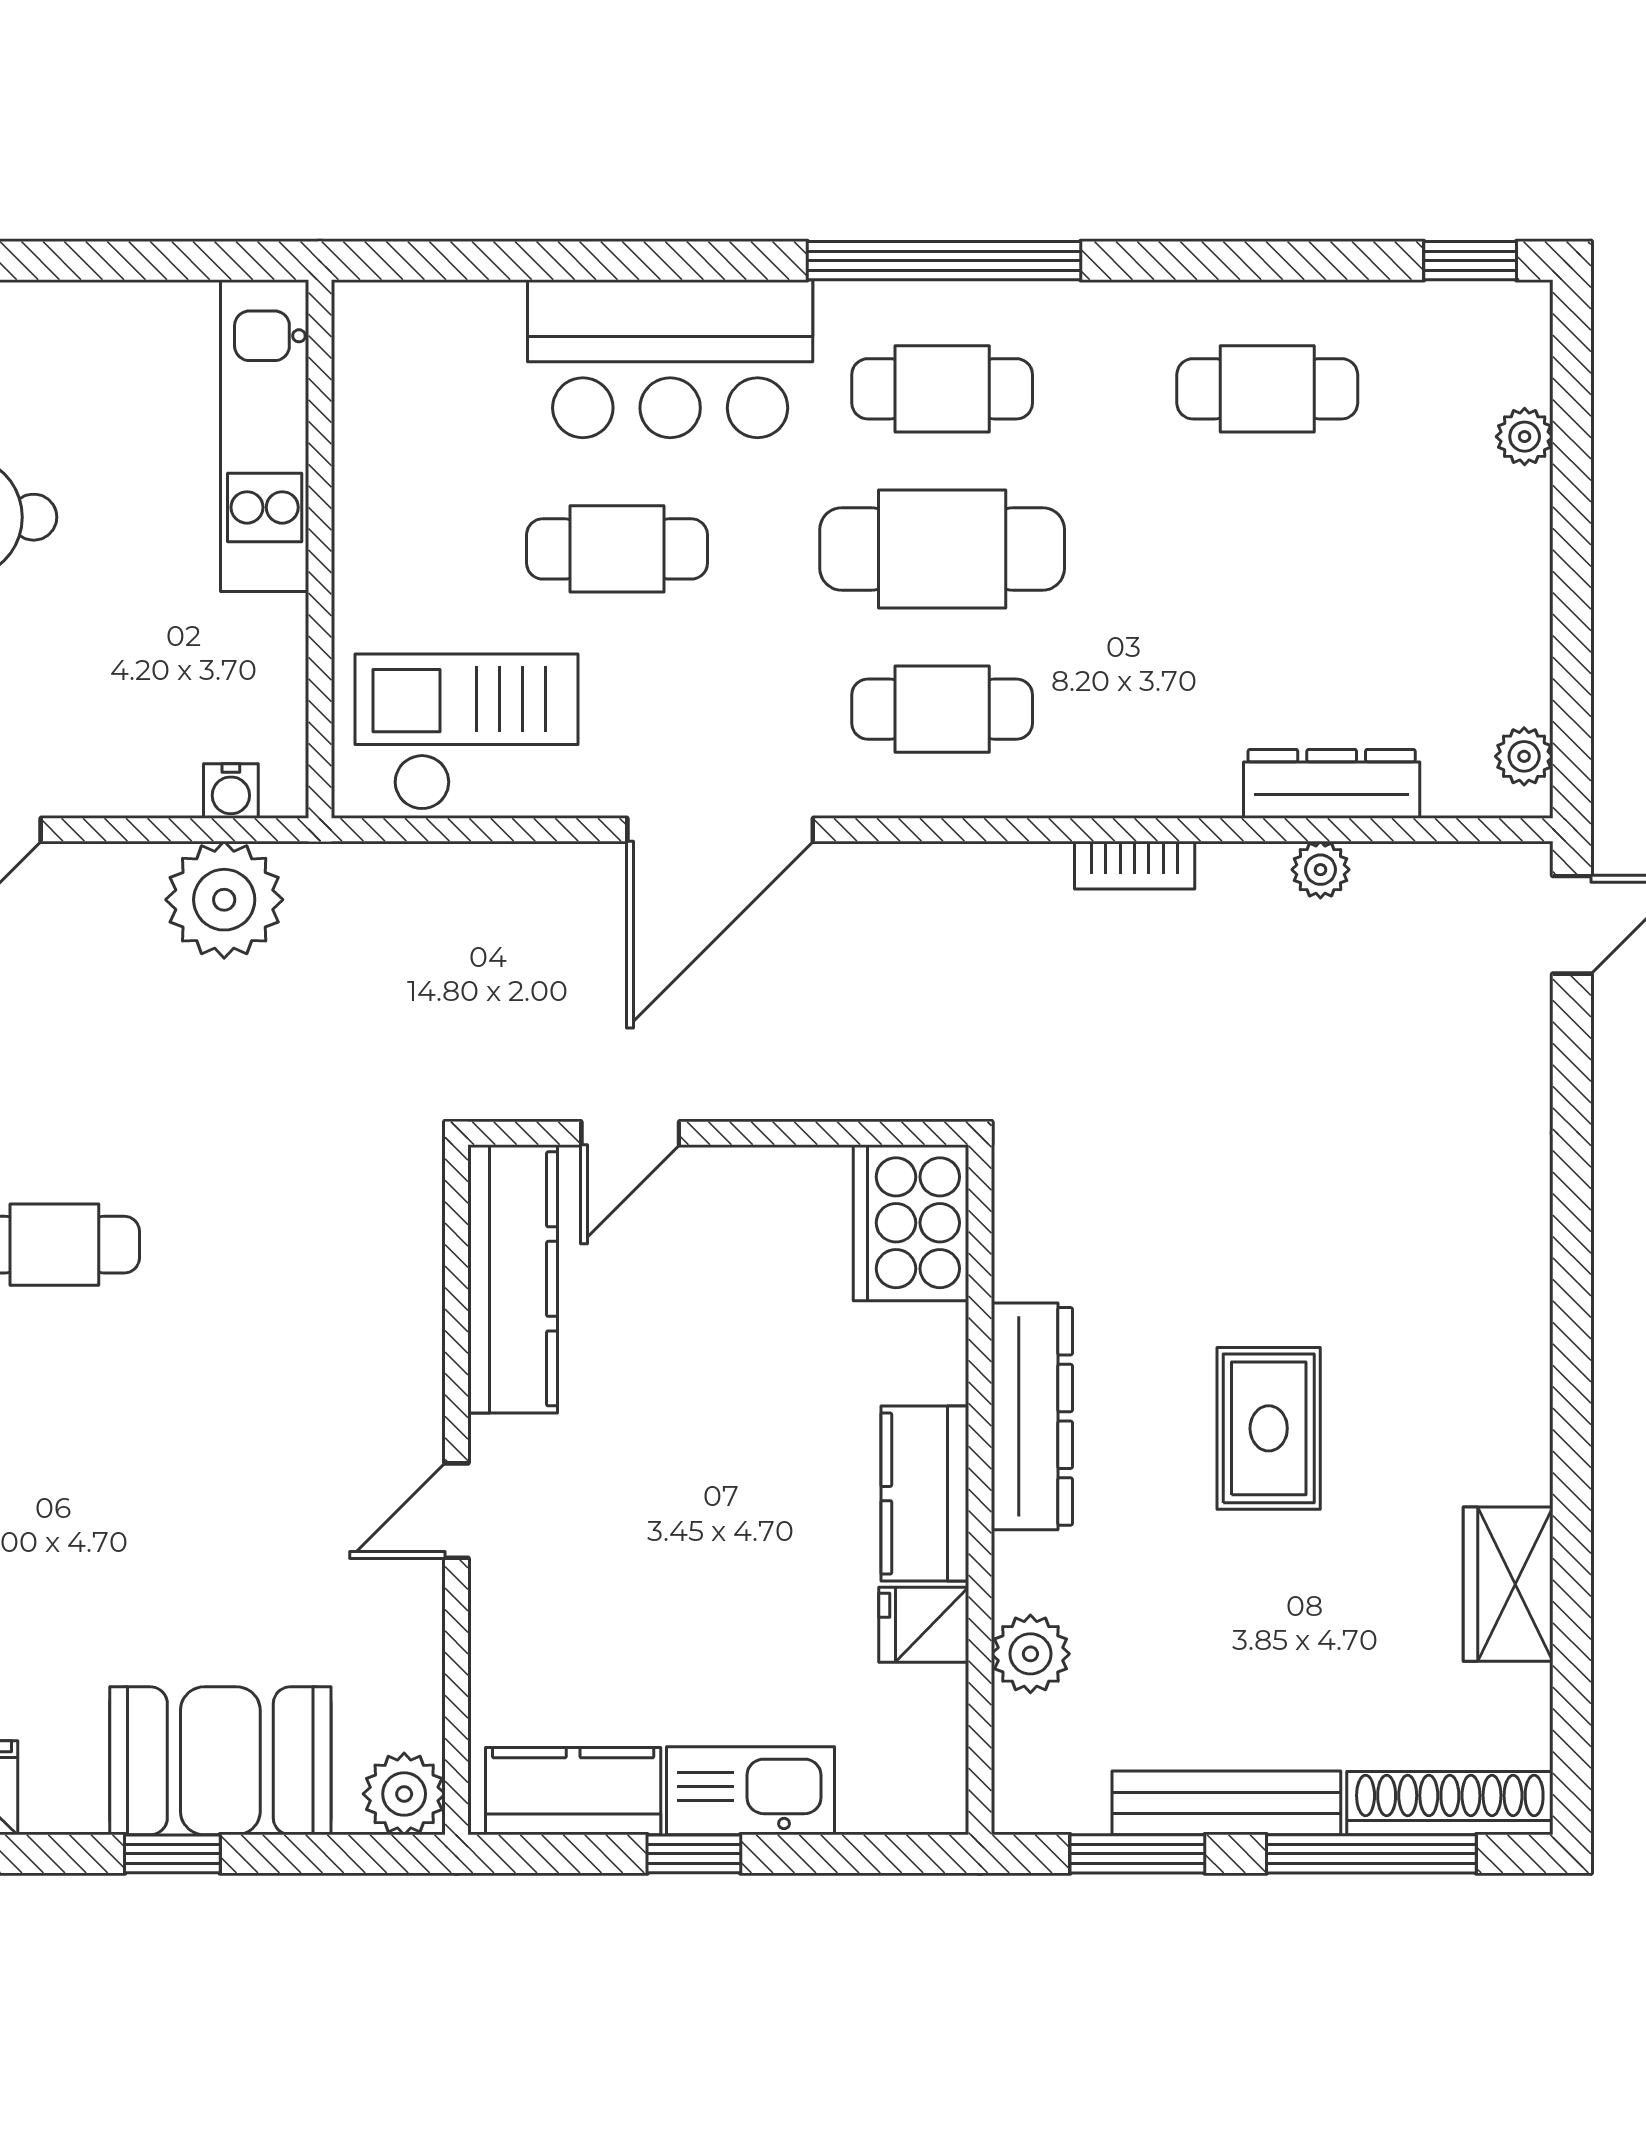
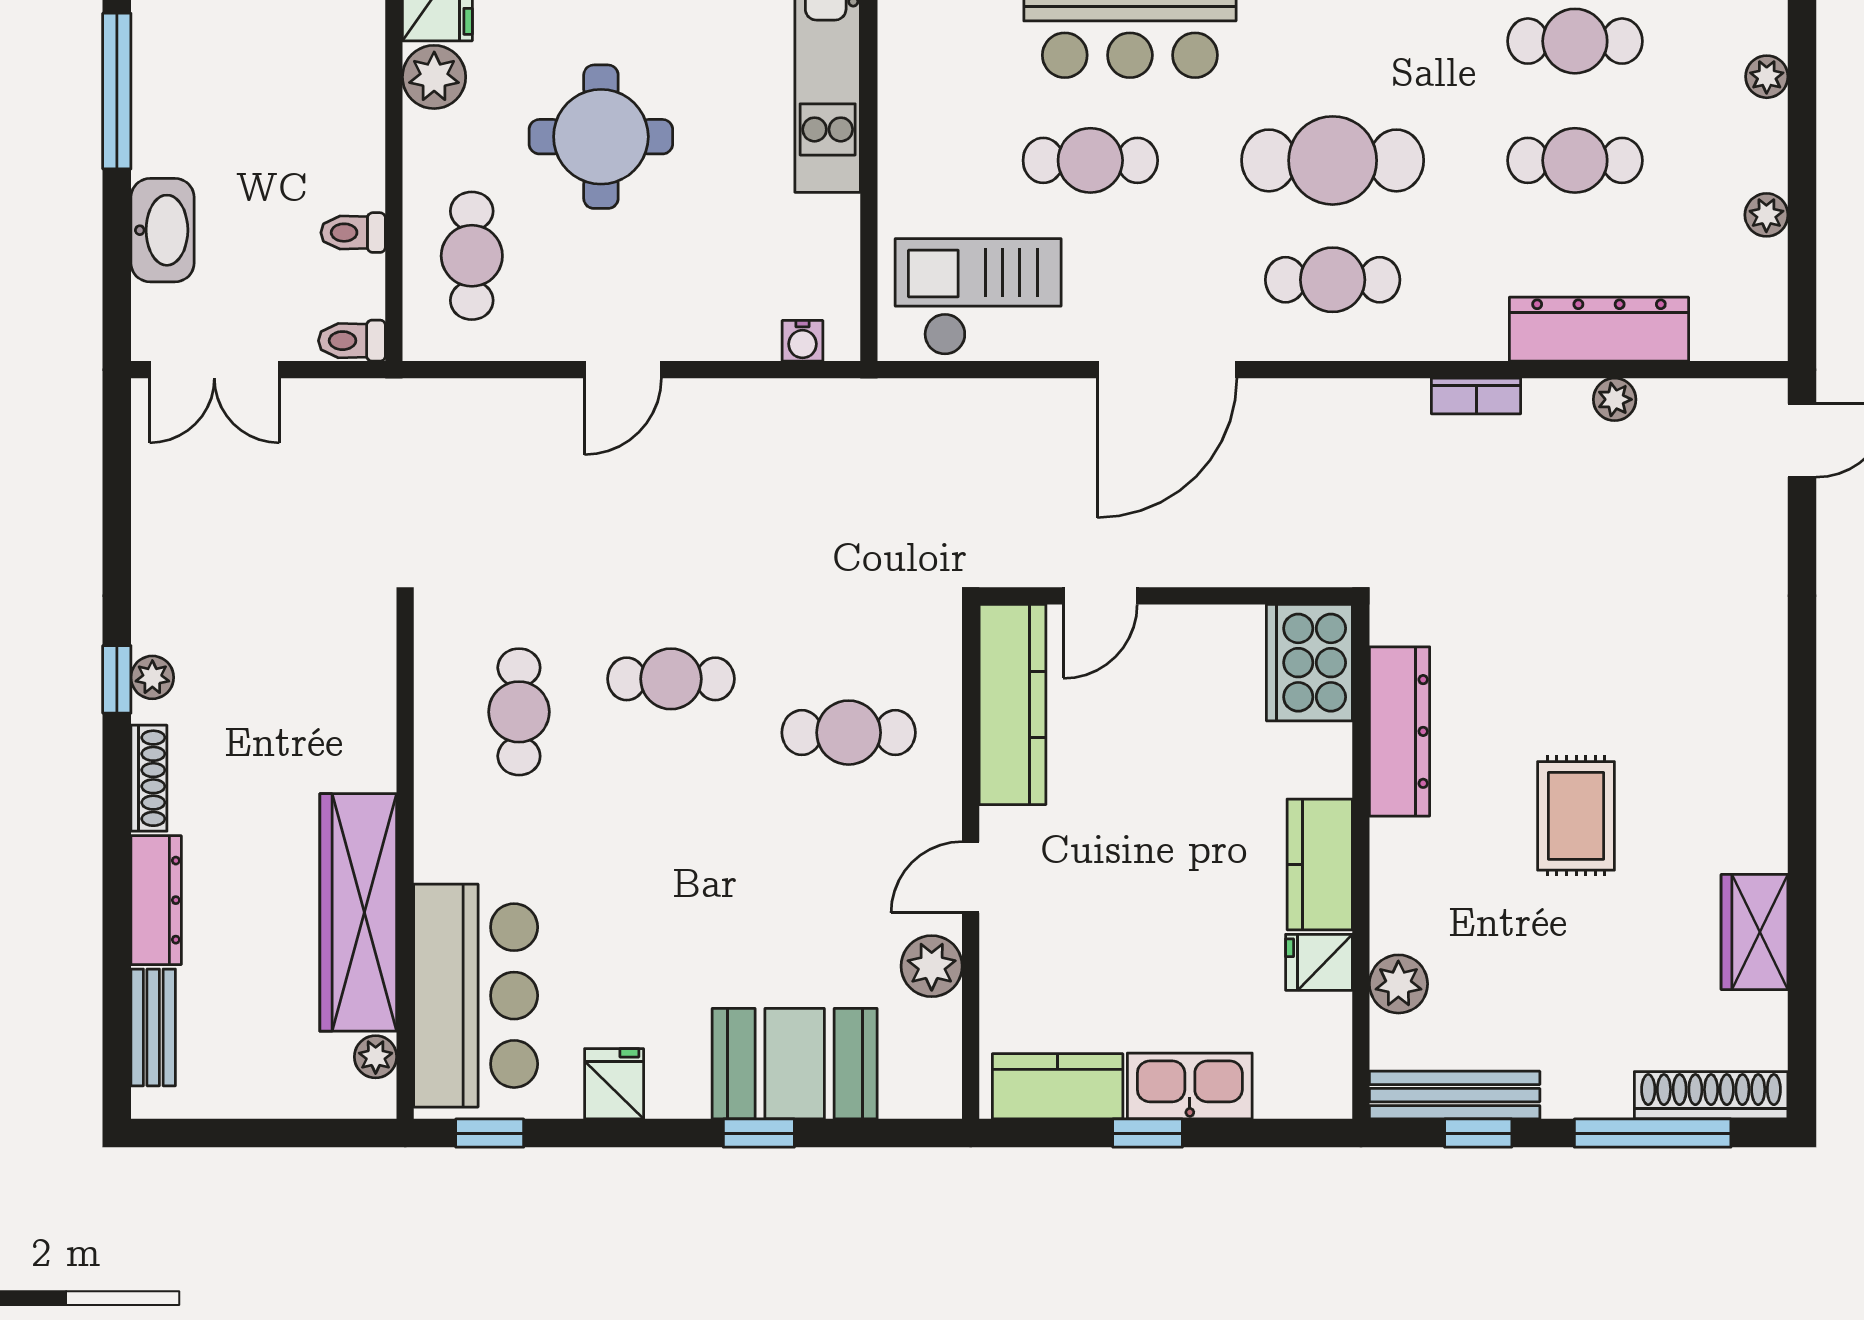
cafe table: (942, 389) -> (1575, 160), moved
plant: (1524, 756) -> (1766, 215), moved
dresser: (1332, 784) -> (1599, 329), width x1.37, depth x1.24
plant: (224, 900) -> (798, 422), removed
cafe table: (293, 1317) -> (849, 733), added
dresser: (1032, 1416) -> (1400, 731), moved
plant: (404, 1794) -> (932, 966), moved
bench: (1226, 1803) -> (1455, 1095), moved
window: (1137, 1854) -> (1478, 1133), width x0.67

